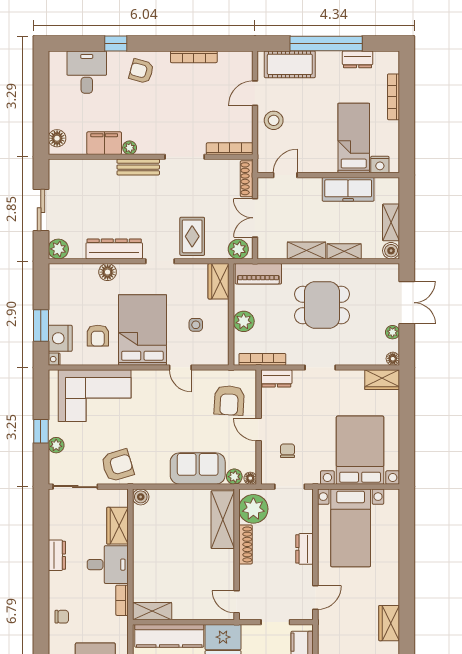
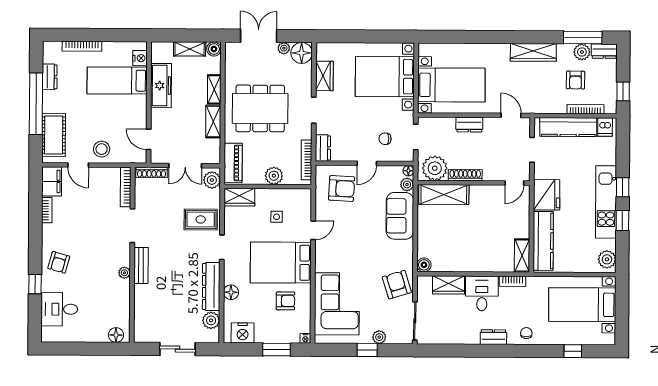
bookcase: (194, 57) -> (47, 210), width x0.64
filing cabinet: (104, 143) -> (52, 181), moved, turned 180
plant: (58, 249) -> (211, 320), moved
dining table: (322, 305) -> (260, 108), width x1.38
nightstand: (60, 338) -> (243, 333), moved
floor lamp: (393, 359) -> (302, 53), width x1.89, depth x1.89
wardrobe: (382, 380) -> (324, 76), moved
dresser: (57, 555) -> (493, 337), moved
wardrobe: (389, 623) -> (533, 52), width x1.50

